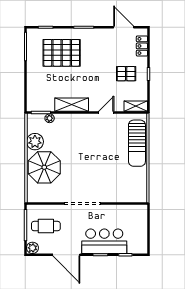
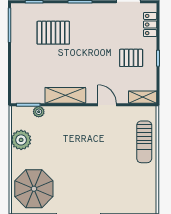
pallet: (62, 53) -> (53, 33), width x0.73, depth x0.71
door: (106, 113) -> (107, 105), hinge flipped
sun lounger: (137, 143) -> (144, 142), width x0.73, depth x0.75
parasol: (44, 167) -> (34, 189), moved

